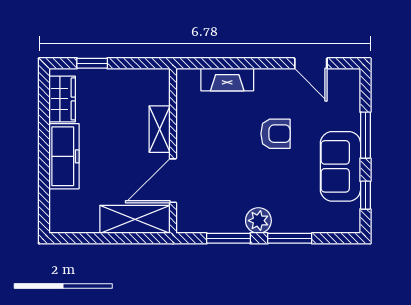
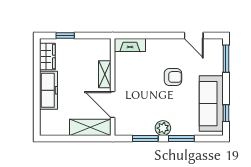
fireplace: (227, 80) -> (130, 45), moved
window: (365, 135) -> (226, 59), moved
sofa: (340, 166) -> (211, 104), width x1.36
door: (173, 181) -> (113, 105), hinge flipped

